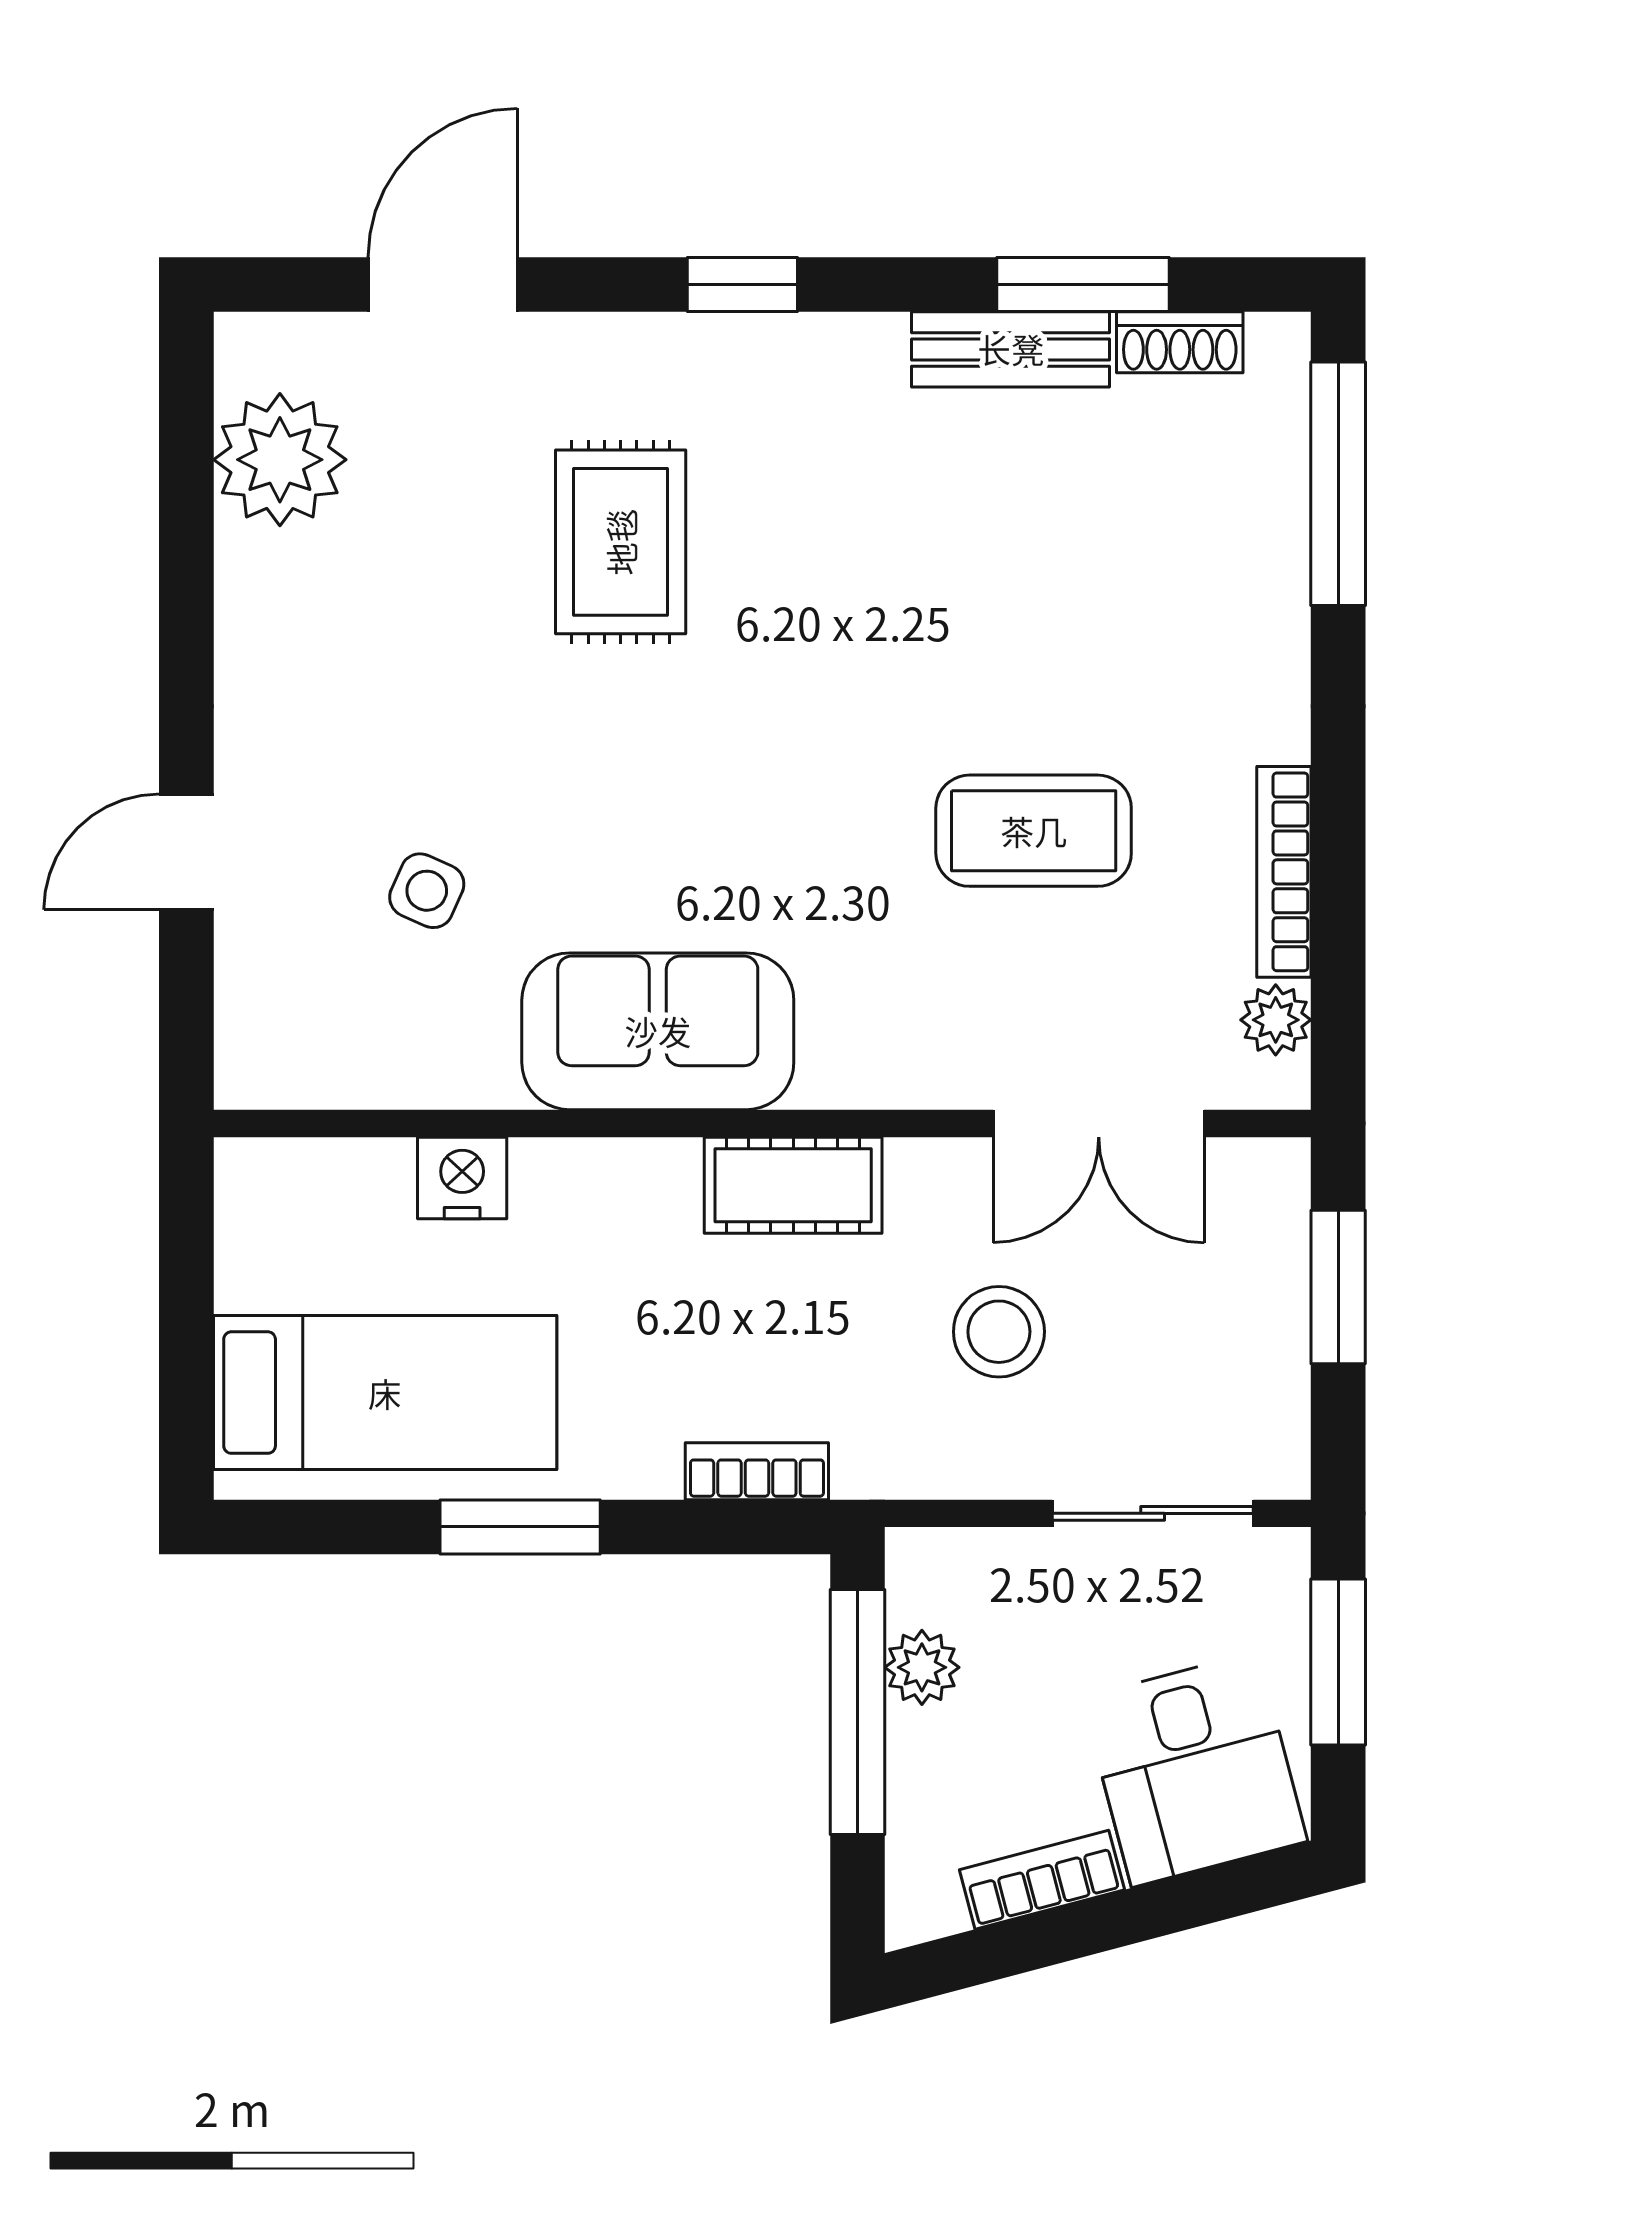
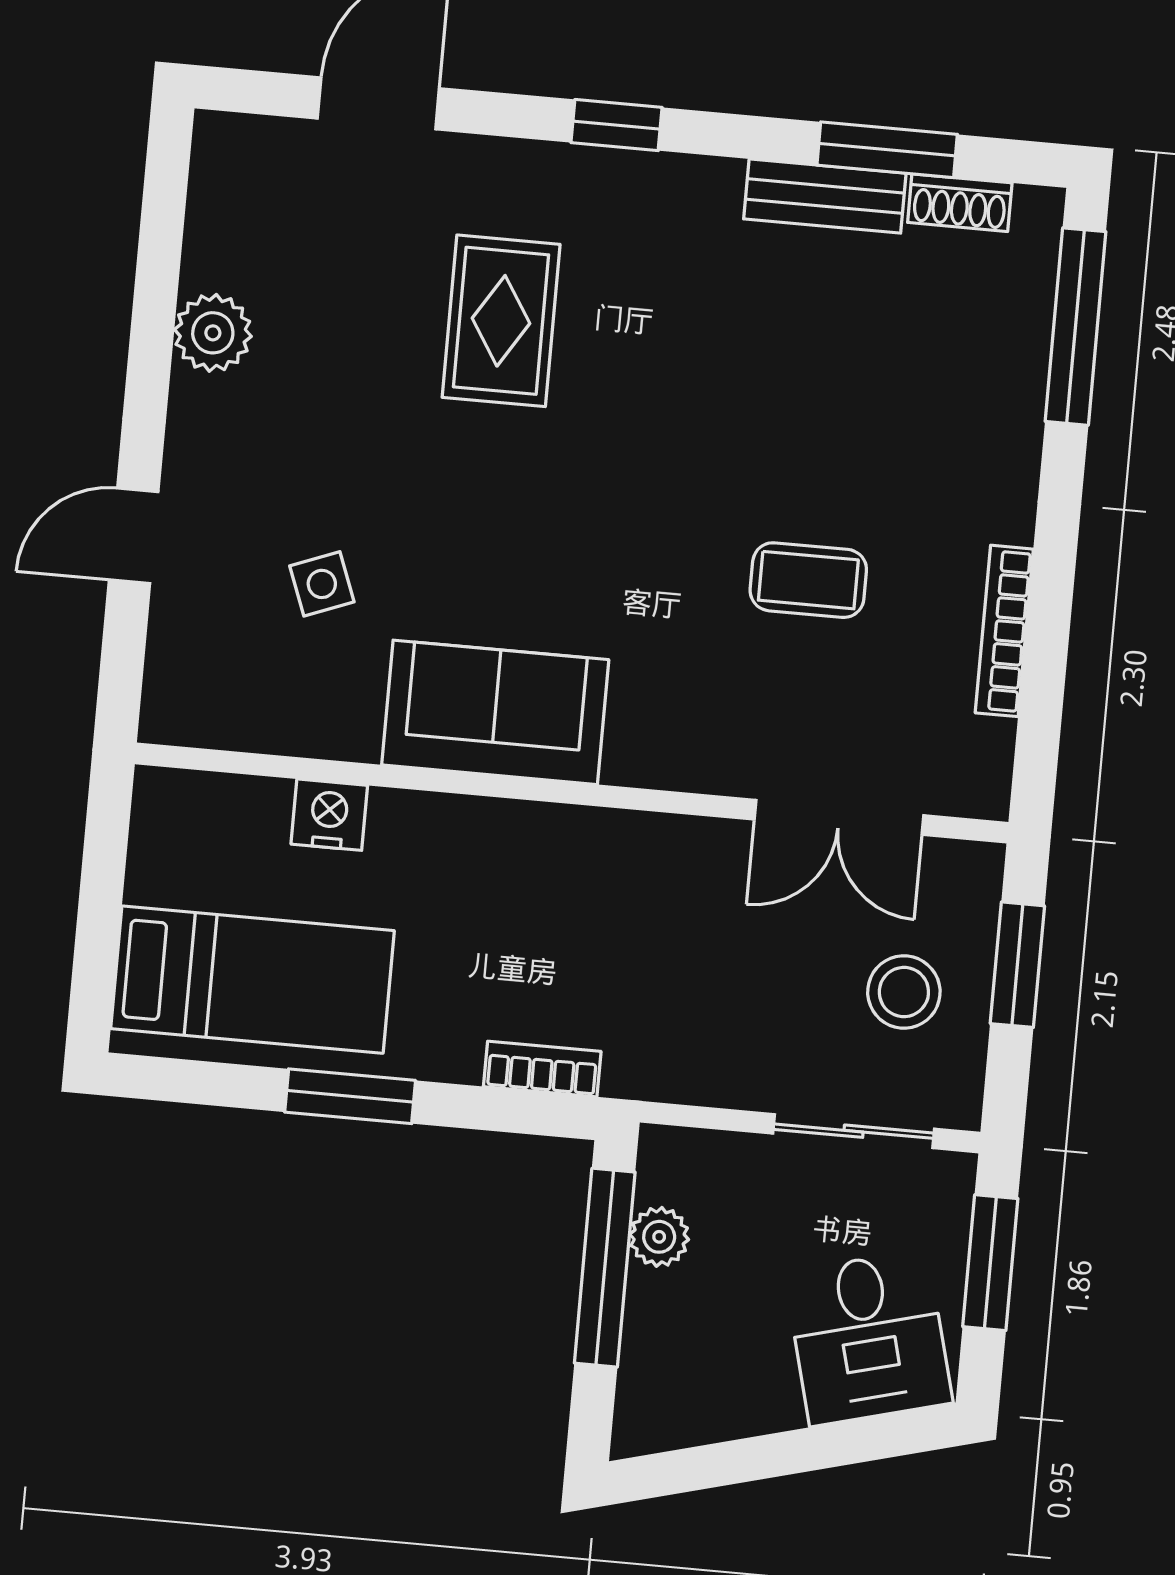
plant: (280, 460) -> (213, 333), moved, width x0.73, depth x0.73
coffee table: (1034, 831) -> (808, 580), width x0.73, depth x0.77
side table: (427, 891) -> (322, 584), turned 45
plant: (1276, 1020) -> (987, 748), removed
cot: (793, 1185) -> (592, 844), removed
stool: (999, 1332) -> (904, 992), moved
bookcase: (1042, 1880) -> (739, 1414), removed

